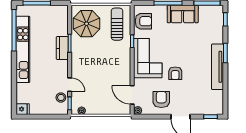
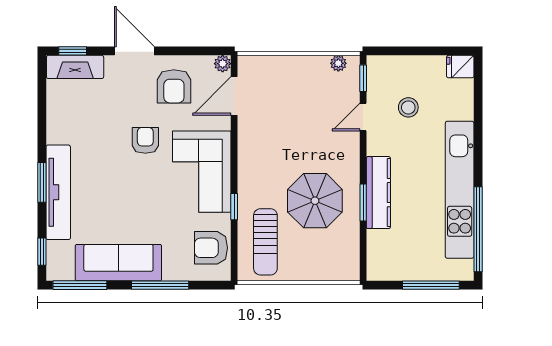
sofa: (183, 14) -> (118, 263), width x1.36
parasol: (87, 24) -> (315, 201), moved
kitchen counter: (62, 48) -> (378, 193), width x1.50
tv unit: (217, 67) -> (58, 192), moved
door: (70, 85) -> (363, 117), hinge flipped
door: (132, 95) -> (234, 96), swing flipped
stool: (61, 98) -> (408, 107), moved
fireplace: (209, 109) -> (75, 67), added

